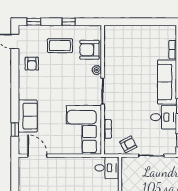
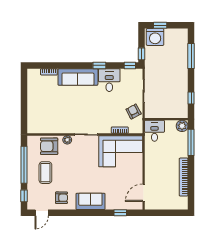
window: (69, 22) -> (24, 165), width x3.17
armchair: (89, 50) -> (49, 146), turned 90
sofa: (28, 116) -> (90, 201), moved

